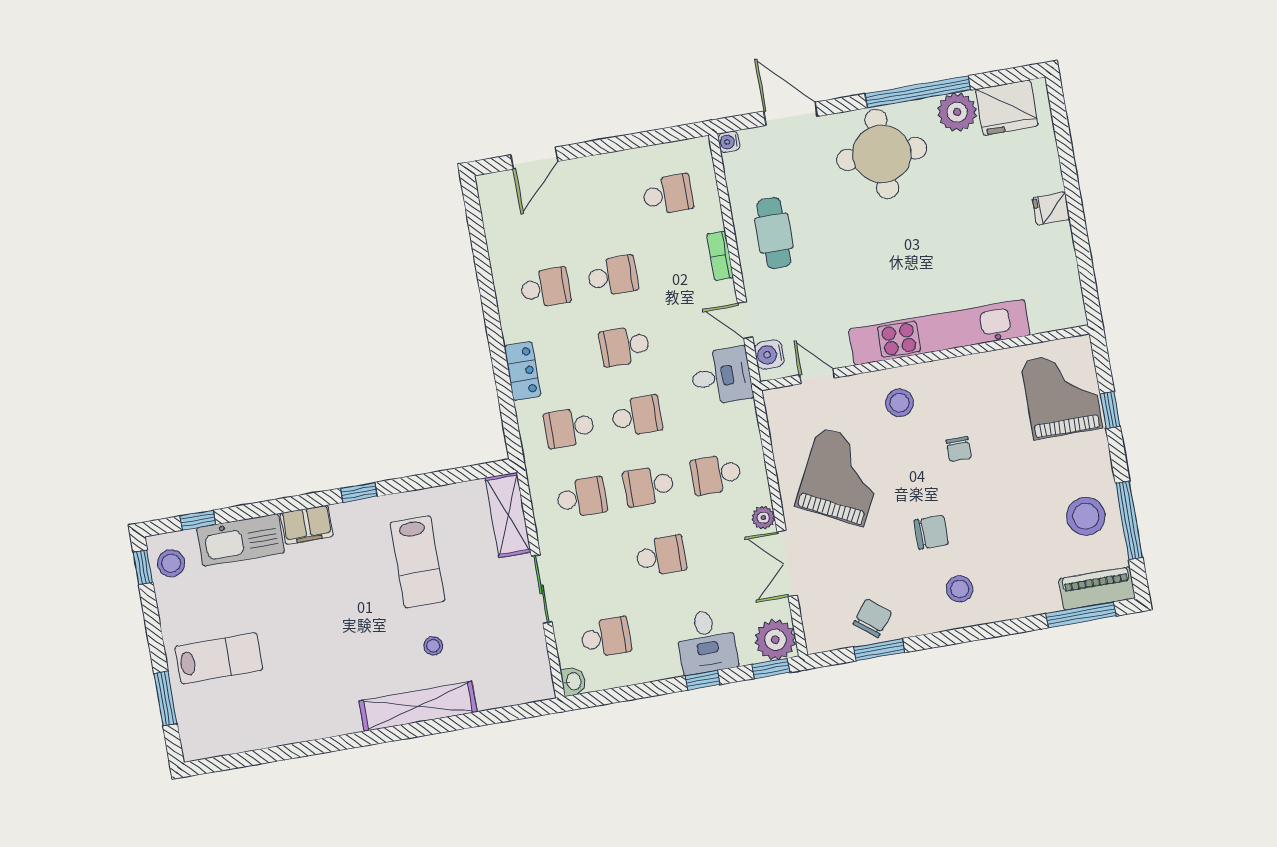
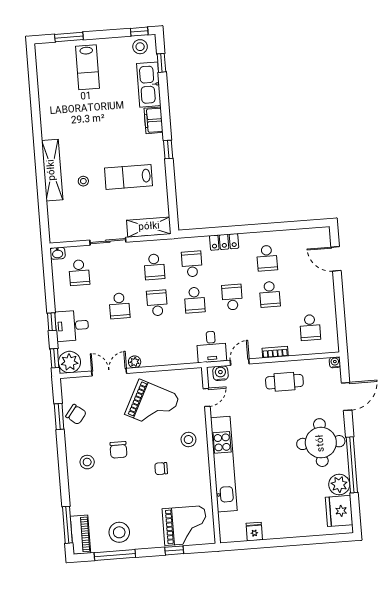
fridge: (1051, 209) -> (254, 532), moved
school desk: (716, 474) -> (160, 339), removed

